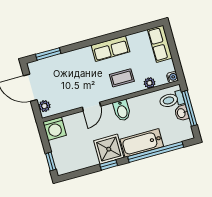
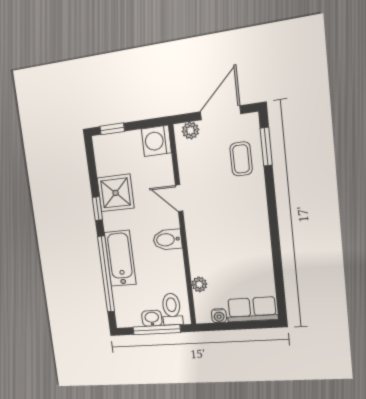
row of seats: (111, 49) -> (258, 239), removed
water cooler: (172, 77) -> (219, 316), moved
coffee table: (122, 78) -> (241, 159), moved
shower: (109, 149) -> (116, 193), moved

